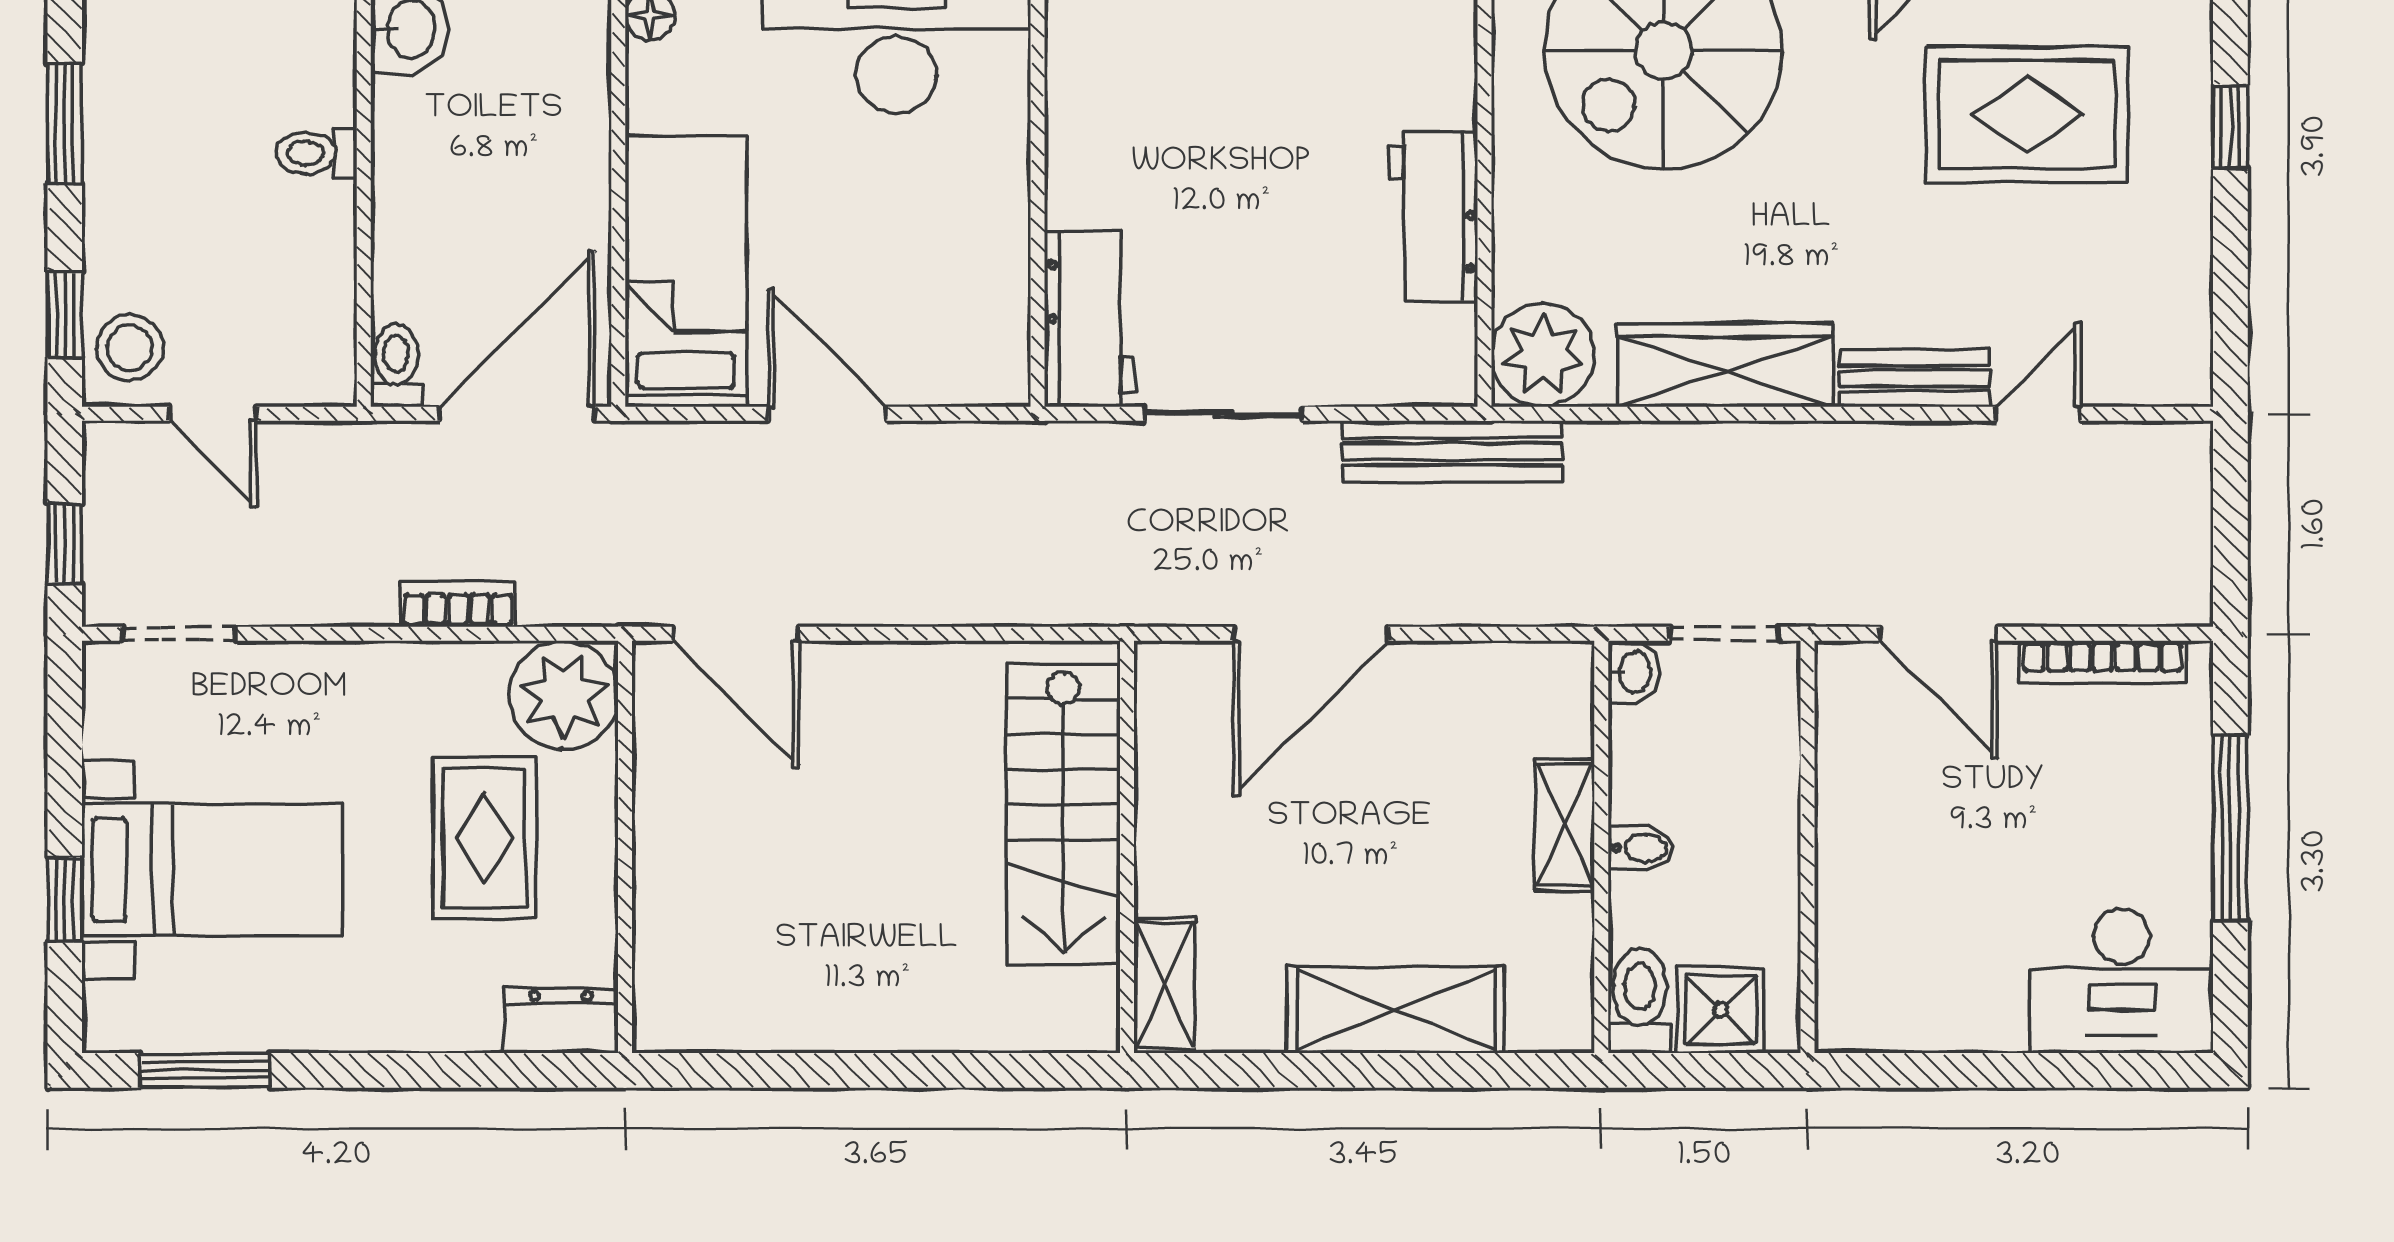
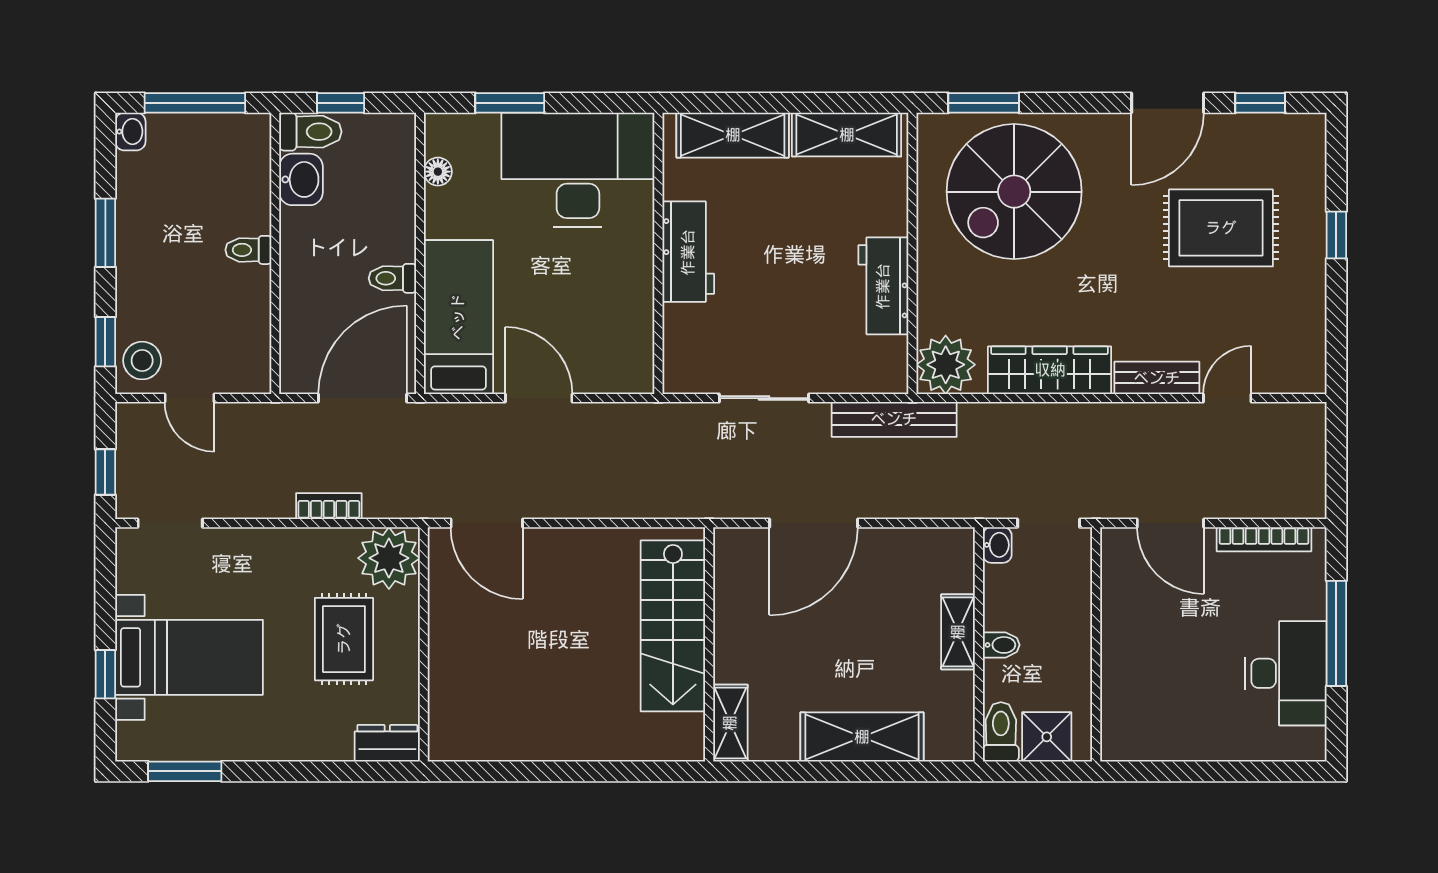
workbench: (1090, 319) -> (688, 252), moved
toilet: (396, 365) -> (392, 278), moved, turned -90
desk: (2121, 981) -> (1286, 673), moved, turned -90

